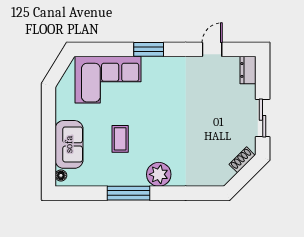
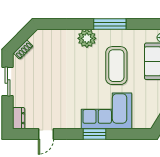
corner sofa: (108, 80) -> (106, 111), moved
coffee table: (120, 139) -> (116, 66), width x1.86, depth x1.72

